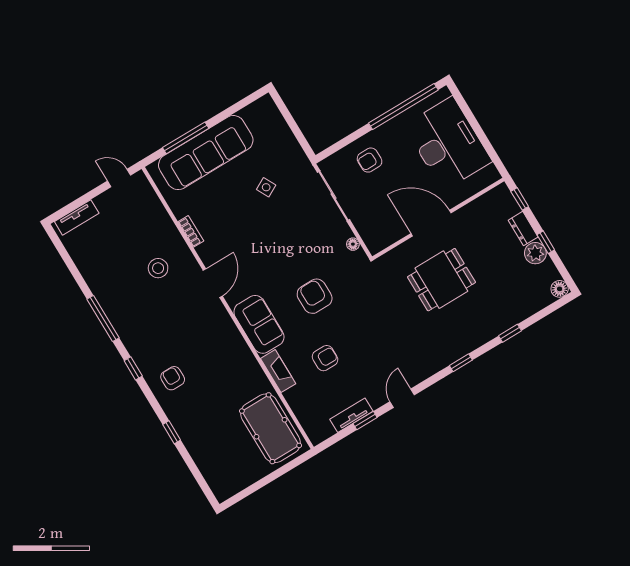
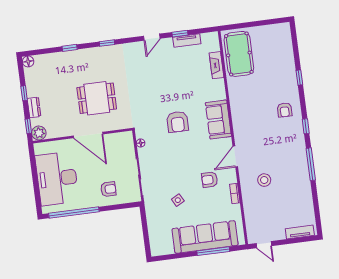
plant: (535, 253) -> (39, 133), moved
armchair: (325, 358) -> (210, 180), moved
fireplace: (278, 371) -> (216, 65), moved

